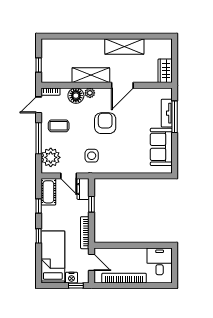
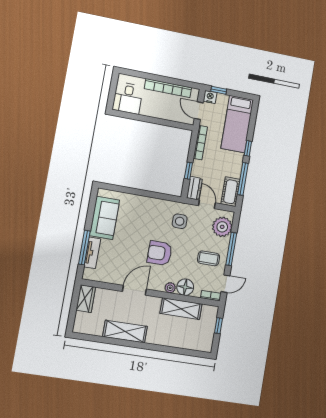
shelving: (91, 75) -> (181, 309), moved
armchair: (105, 123) -> (160, 253), turned 90
window: (39, 206) -> (243, 179), width x2.17
nightstand: (71, 278) -> (210, 97), moved

